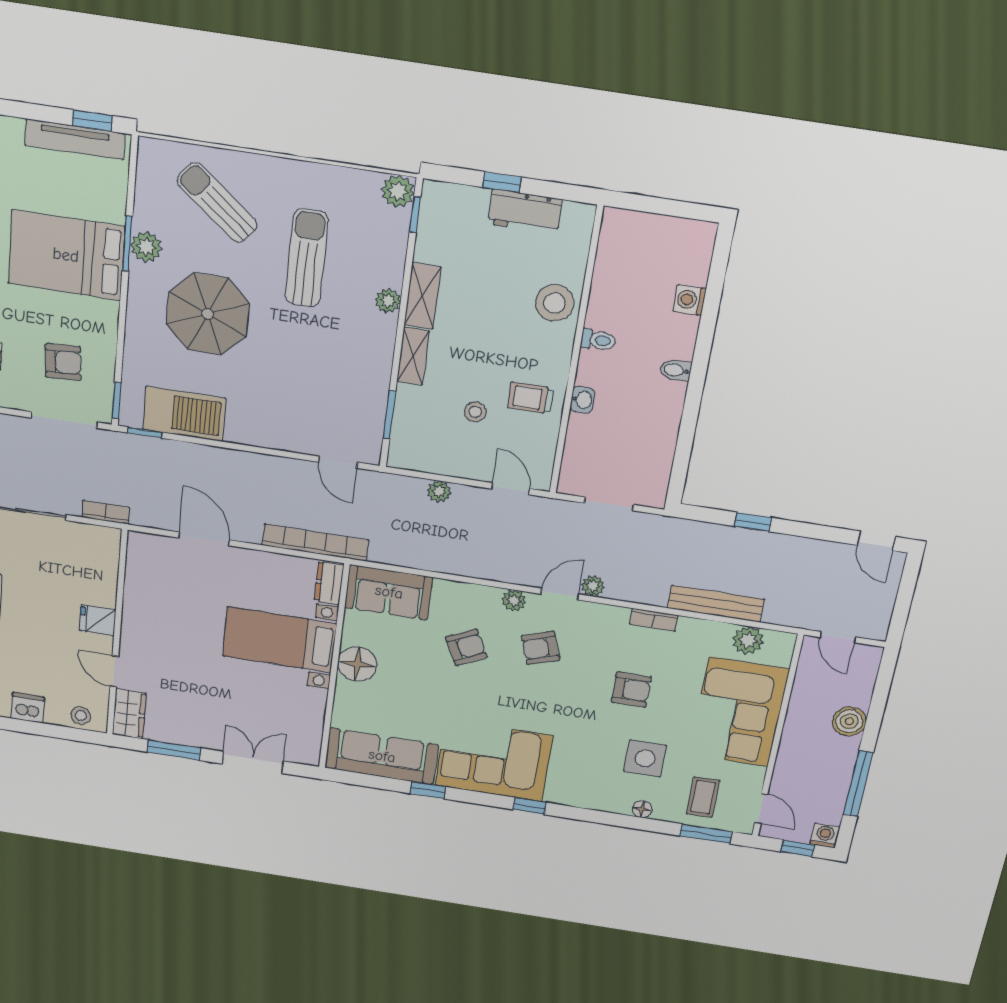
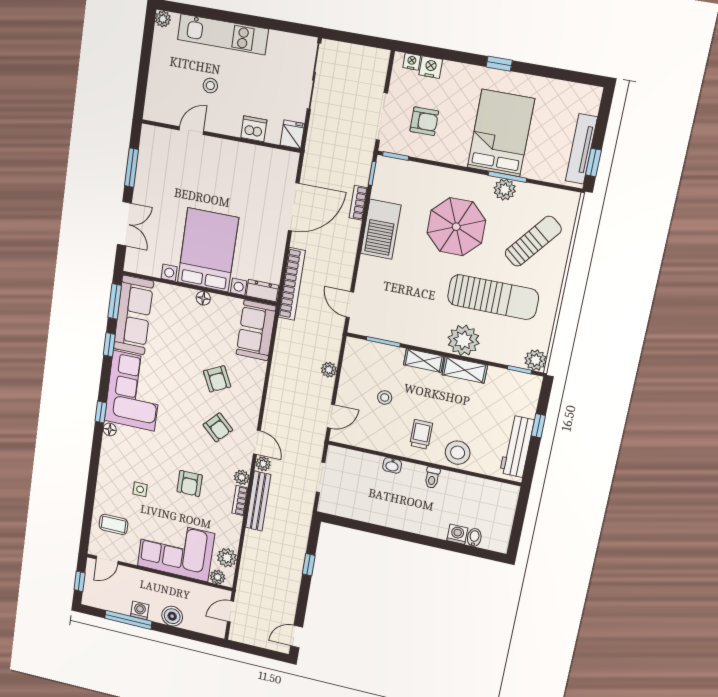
workbench: (525, 212) -> (517, 446), width x1.38
sun lounger: (307, 258) -> (493, 297), width x1.36, depth x1.34
plant: (388, 301) -> (463, 340), width x1.88, depth x1.88
armchair: (63, 362) -> (424, 121), turned -86
bidet: (676, 370) -> (474, 538), moved
trolley: (530, 398) -> (421, 434), moved
barbecue: (184, 414) -> (381, 229), moved
door: (338, 462) -> (350, 305), hinge flipped
bookcase: (106, 512) -> (358, 203), moved, turned 180
door: (204, 539) -> (294, 207), width x1.36
plant: (514, 601) -> (242, 477), moved
bench: (716, 604) -> (258, 501), moved
fridge: (98, 620) -> (292, 134), moved
bed with nightstands: (279, 640) -> (208, 250), width x1.36
armchair: (541, 648) -> (218, 427), turned 152
plant: (781, 654) -> (218, 577), added
floor lamp: (357, 664) -> (203, 298), width x0.53, depth x0.53
dishwasher: (28, 708) -> (254, 129), moved, turned -90
wardrobe: (129, 714) -> (159, 138), removed
stool: (81, 716) -> (210, 86), moved
side table: (645, 758) -> (140, 489), width x0.54, depth x0.54
floor lamp: (642, 809) -> (110, 429), moved
window: (706, 834) -> (115, 301), moved
washing machine: (825, 835) -> (140, 610), moved, turned -90

